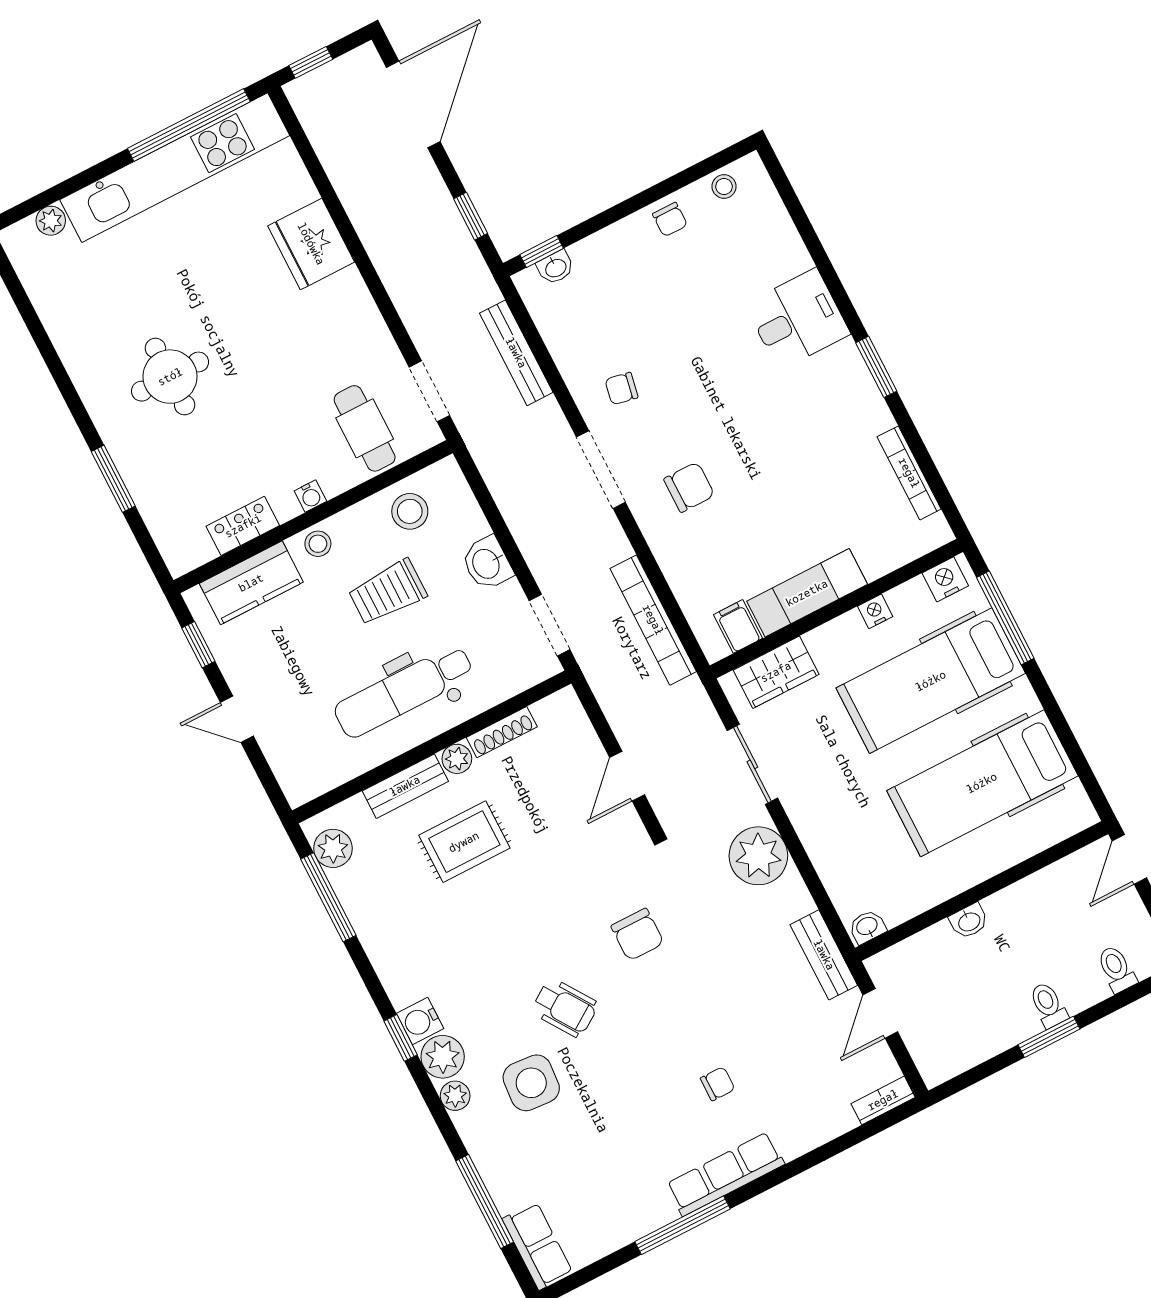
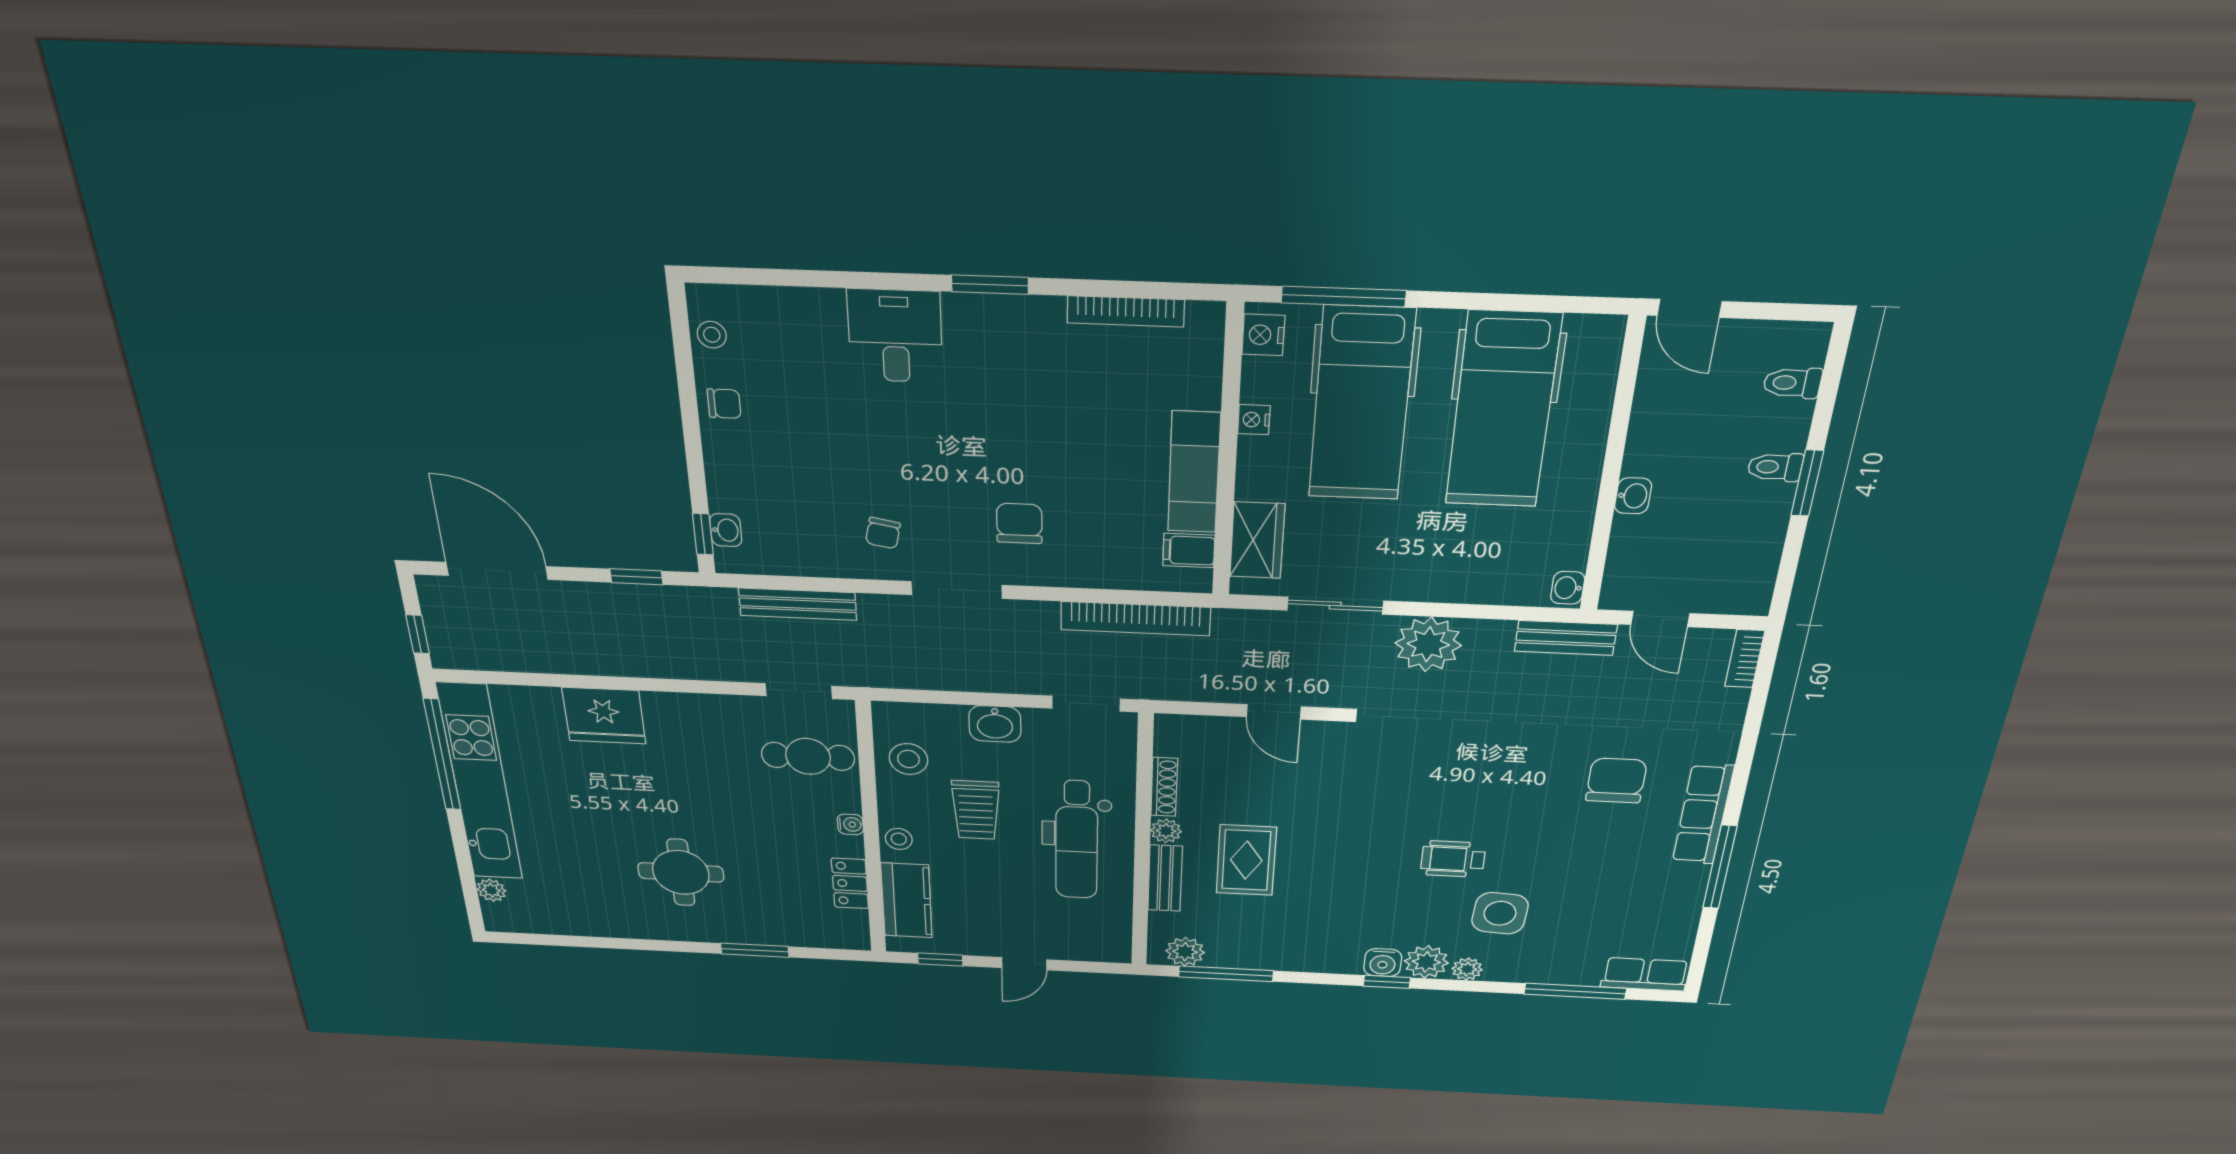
chair: (637, 934) -> (1429, 775), removed
wheelchair: (565, 1008) -> (1453, 859), turned -146
chair: (718, 1084) -> (1616, 781), width x1.87, depth x1.87

